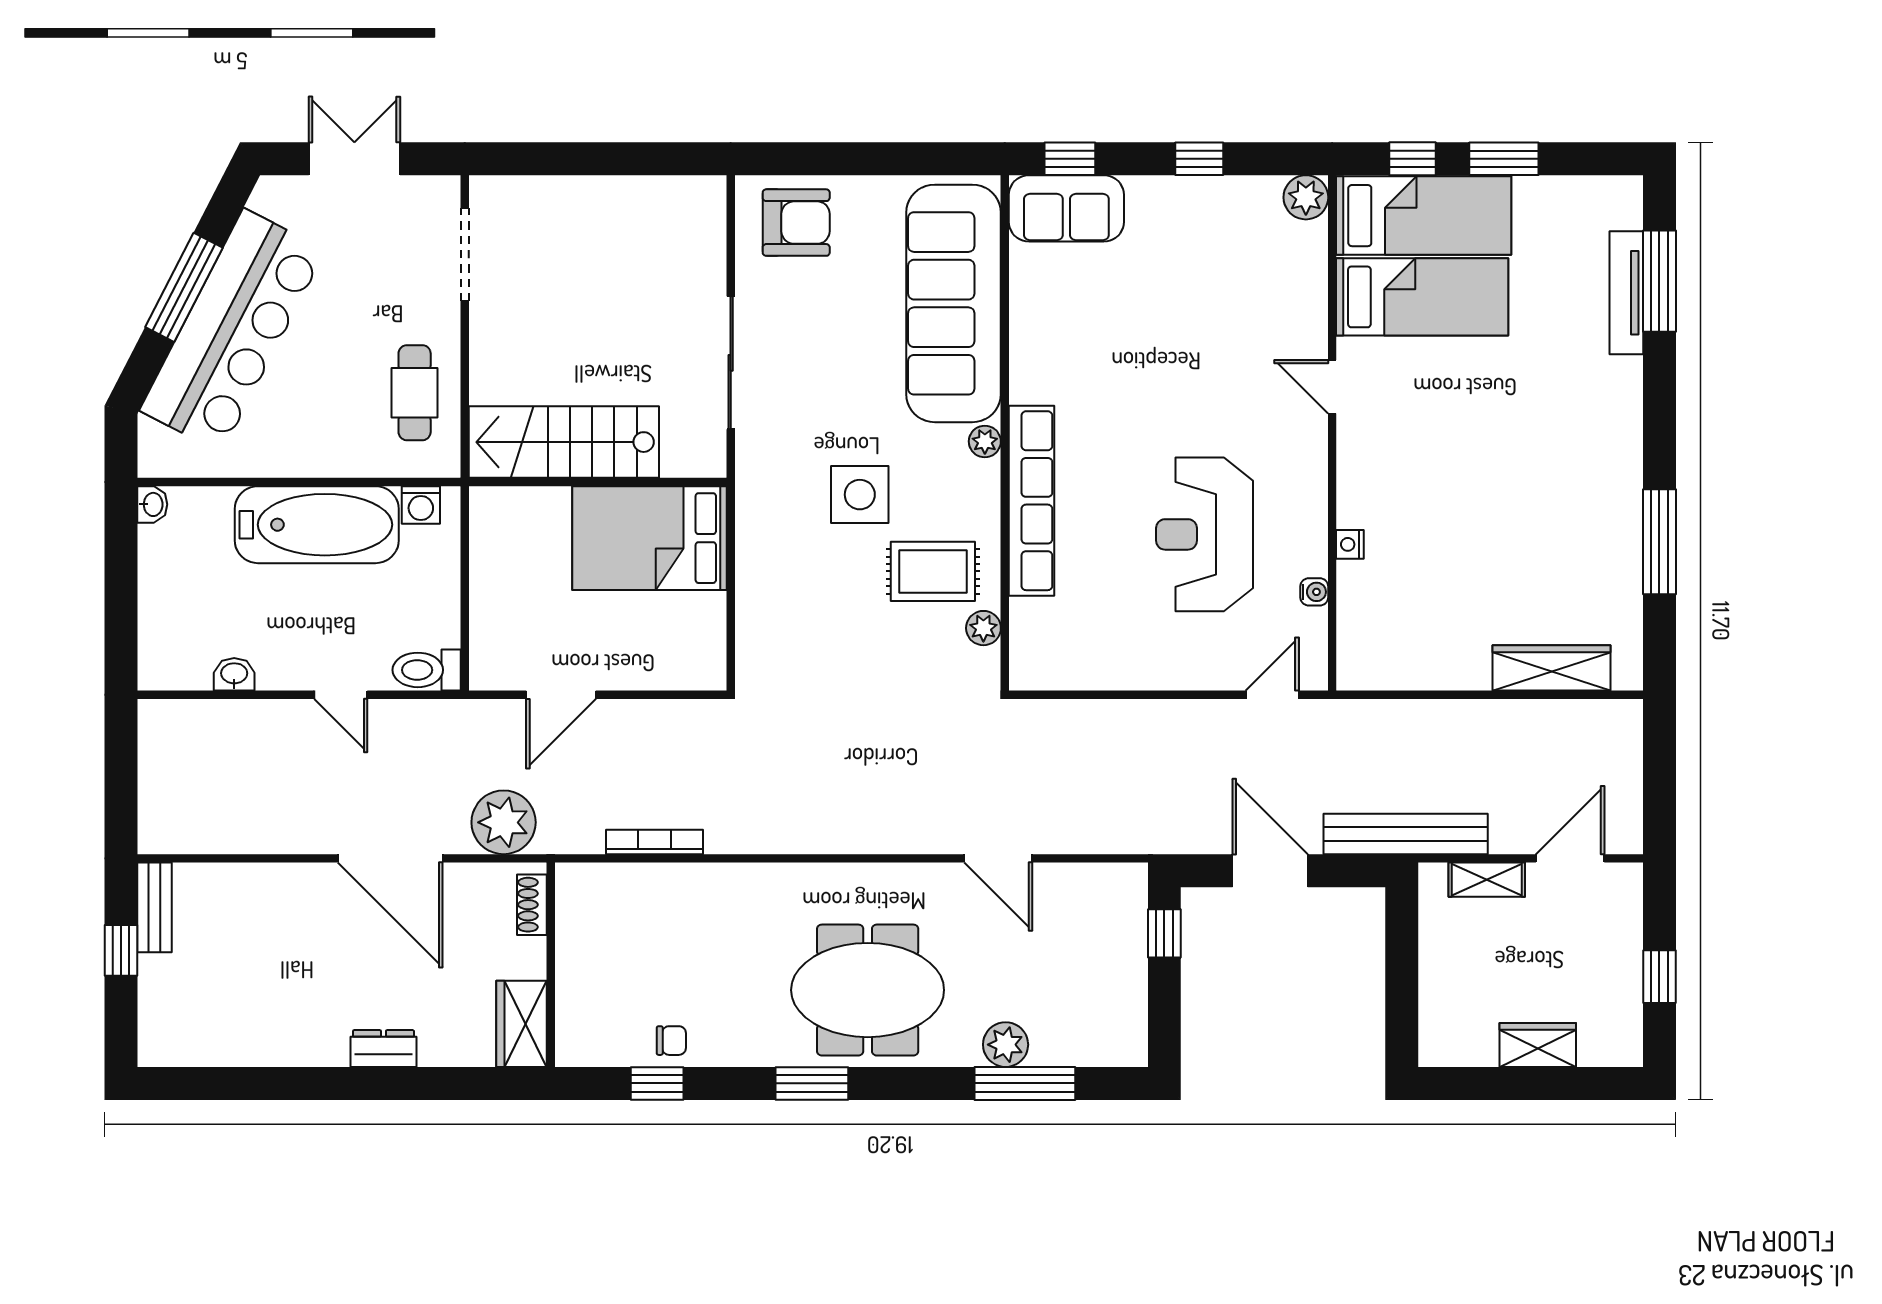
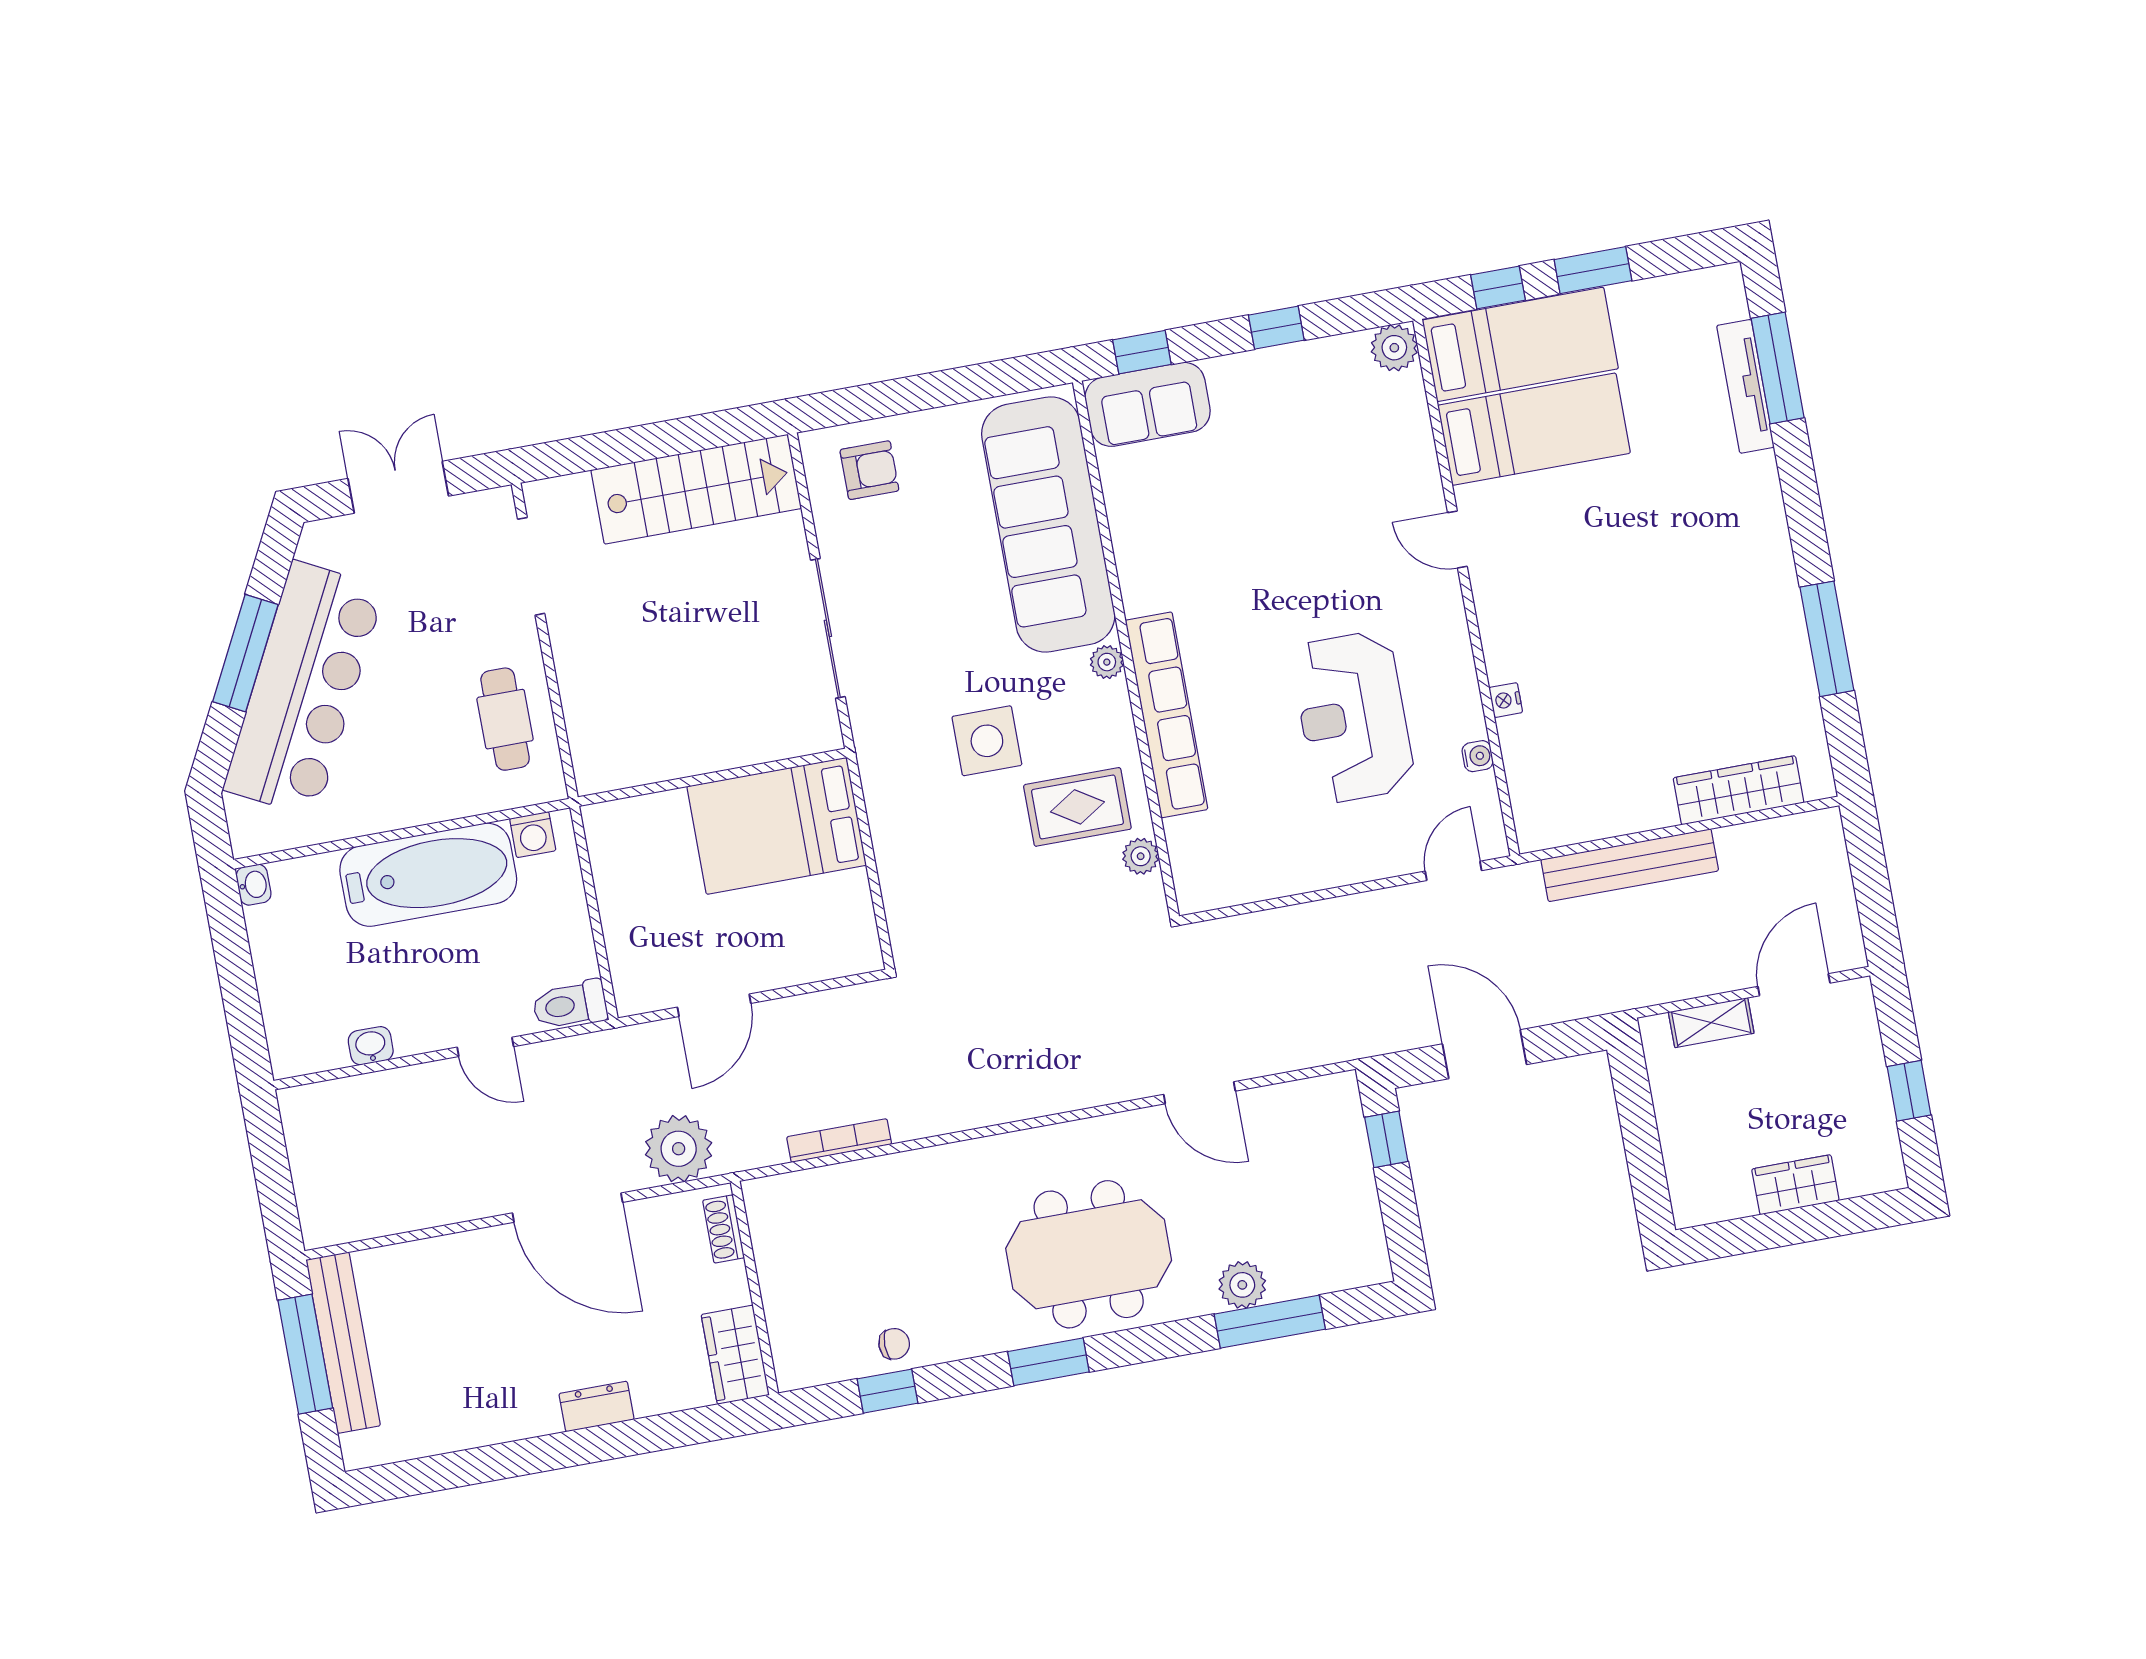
armchair: (796, 223) -> (869, 470), width x0.72, depth x0.72
stairs: (564, 442) -> (696, 489), moved, turned 180
bench: (1406, 834) -> (1630, 865), moved
bench: (155, 907) -> (343, 1343), width x1.86, depth x1.21
window: (121, 950) -> (305, 1354), width x2.17

